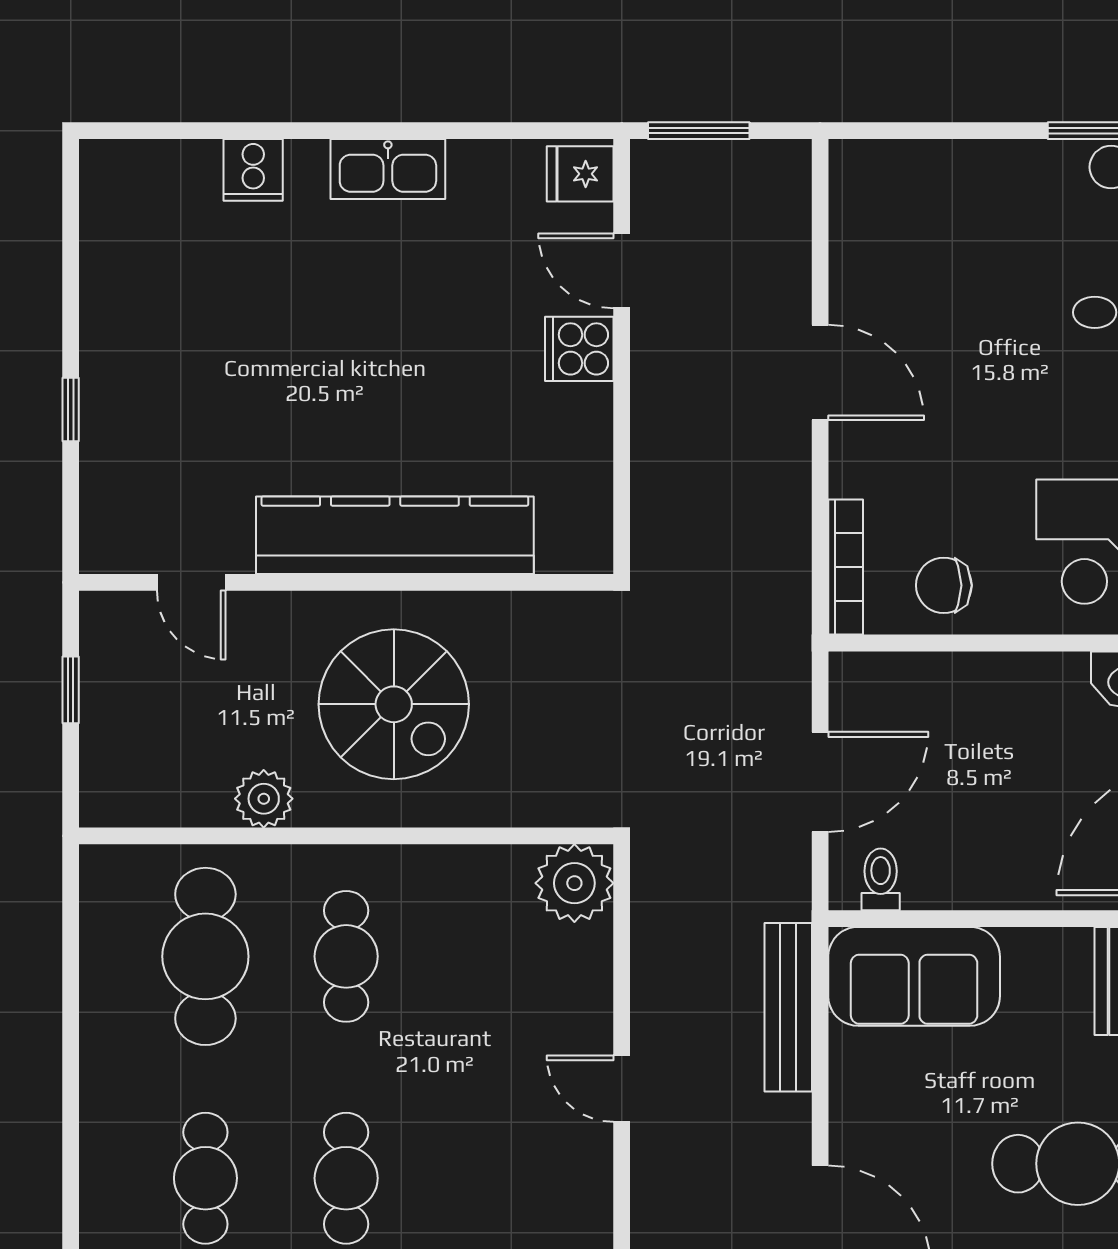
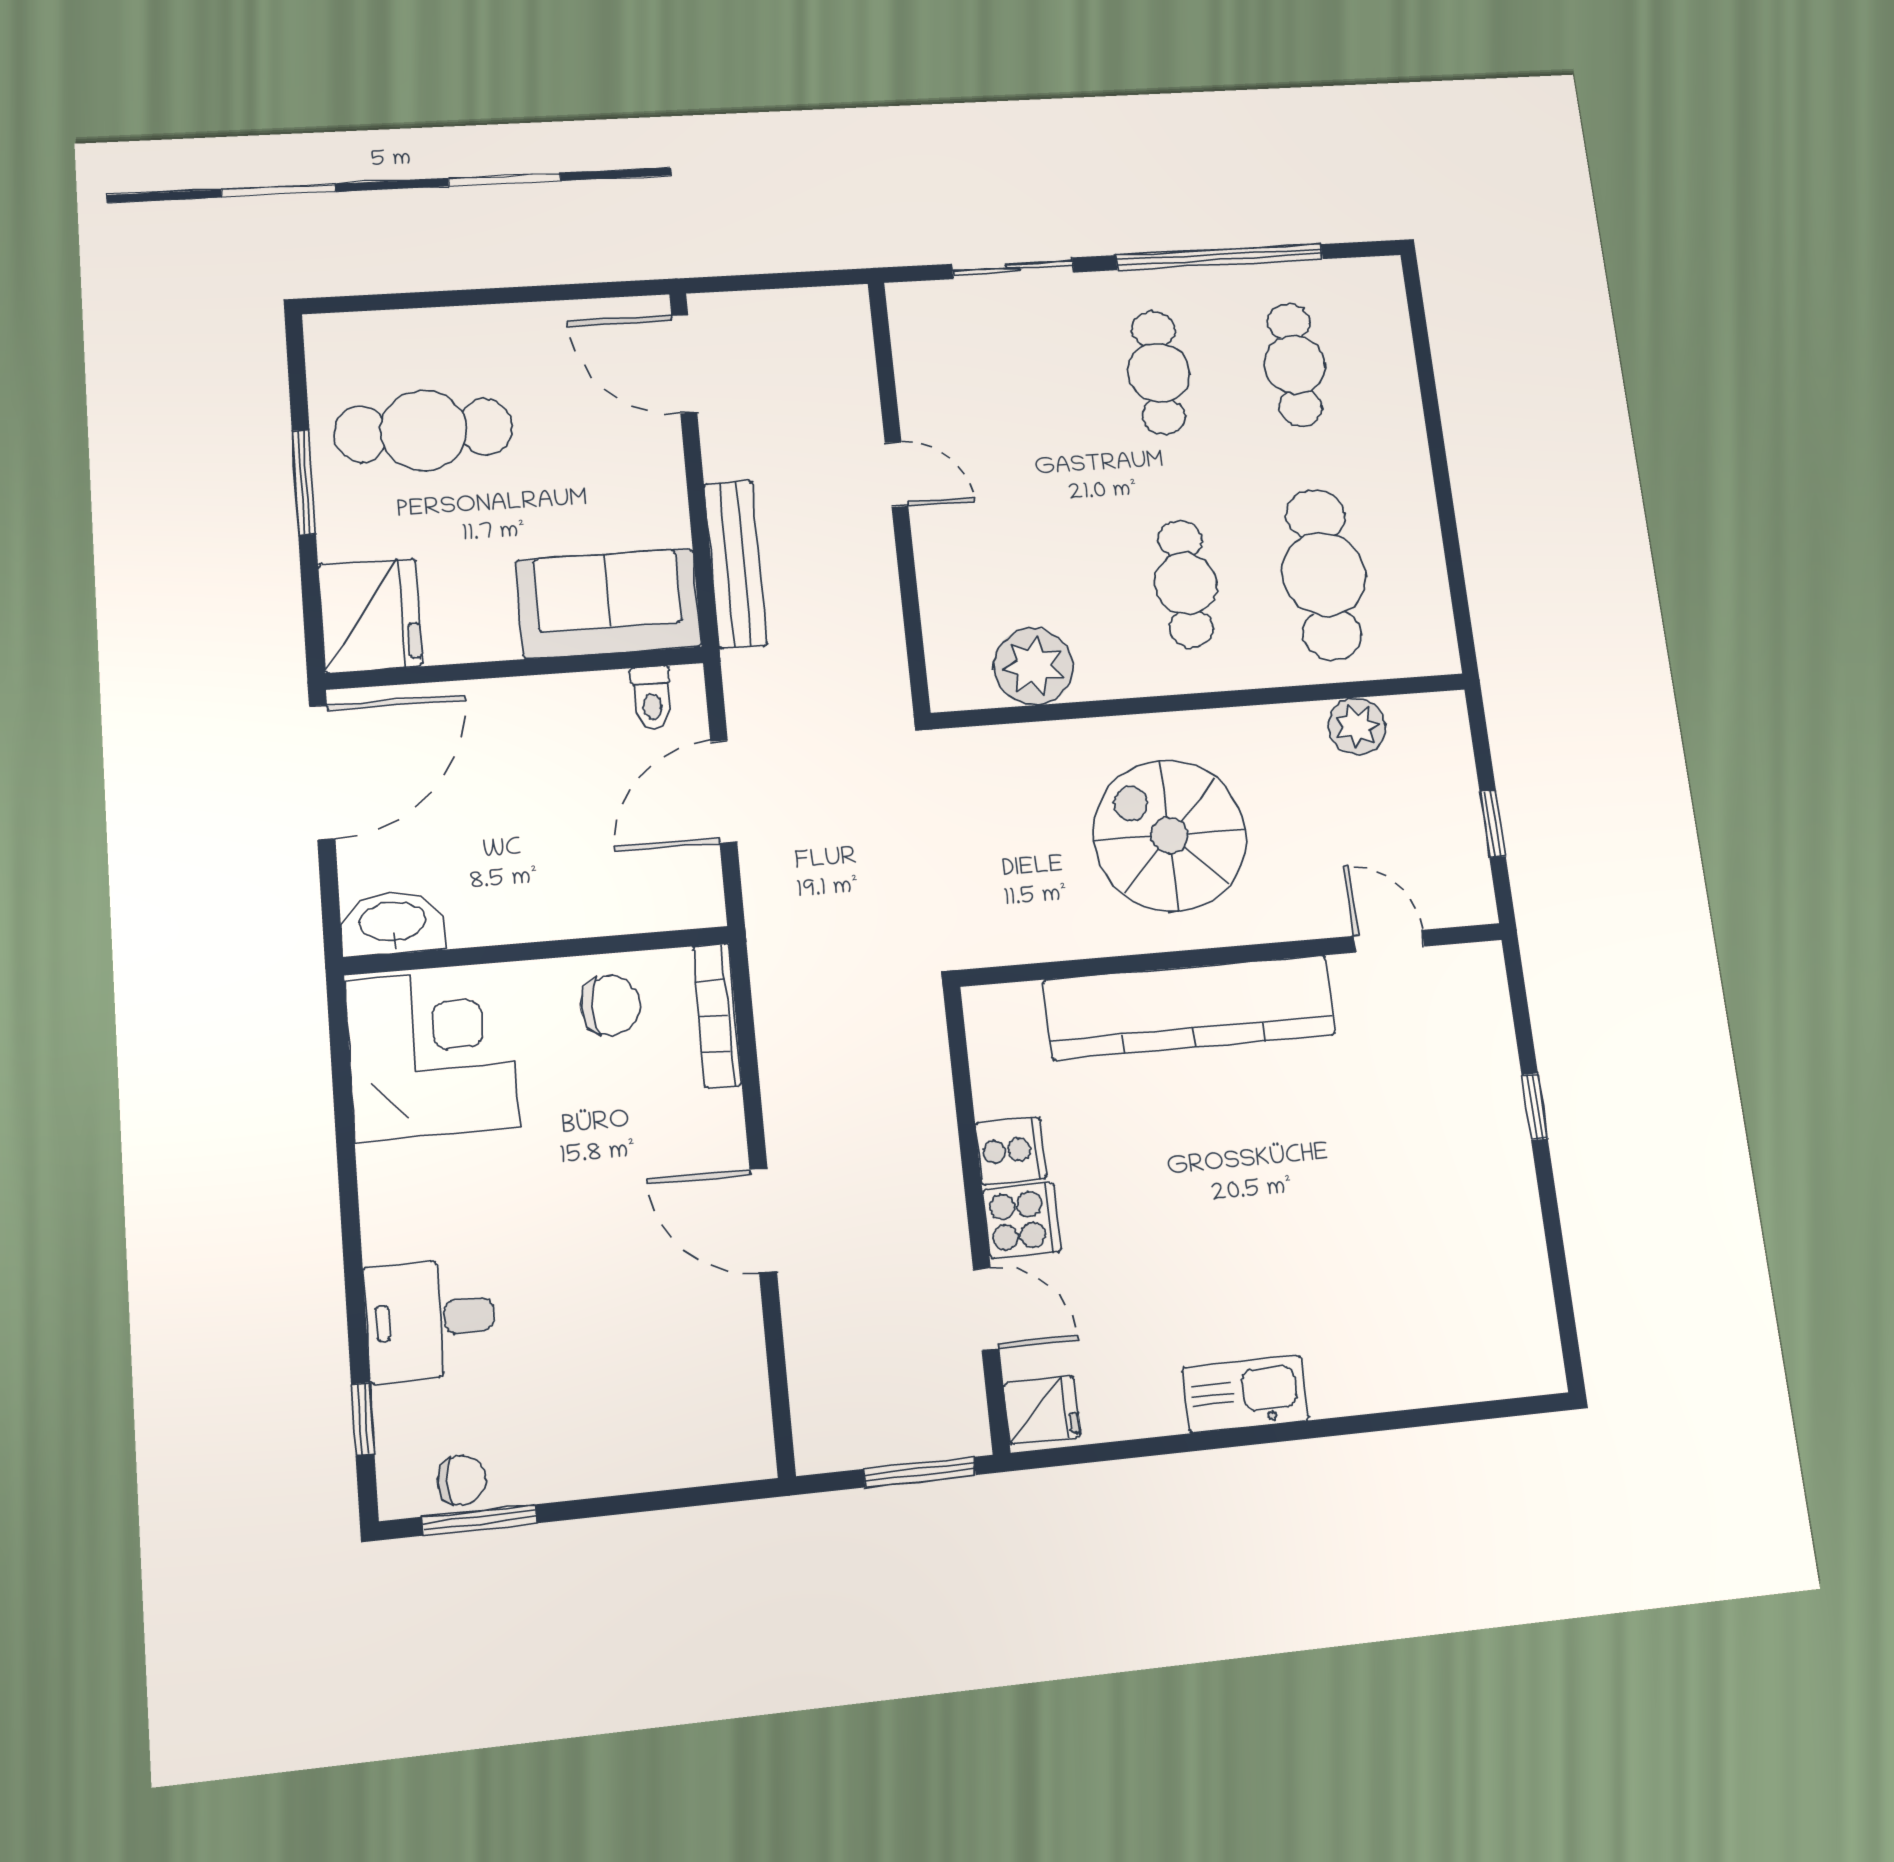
cooker: (253, 170) -> (1011, 1150), moved, turned 90
plant: (264, 799) -> (1357, 726), moved
plant: (574, 883) -> (1034, 666), moved

